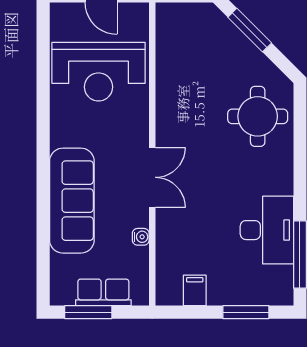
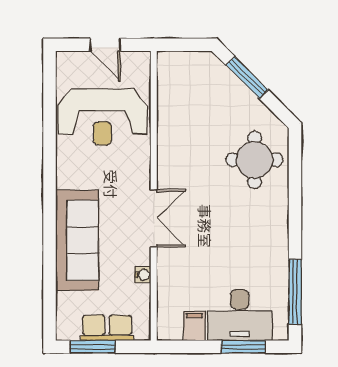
desk: (267, 230) -> (240, 315), moved, turned 90

